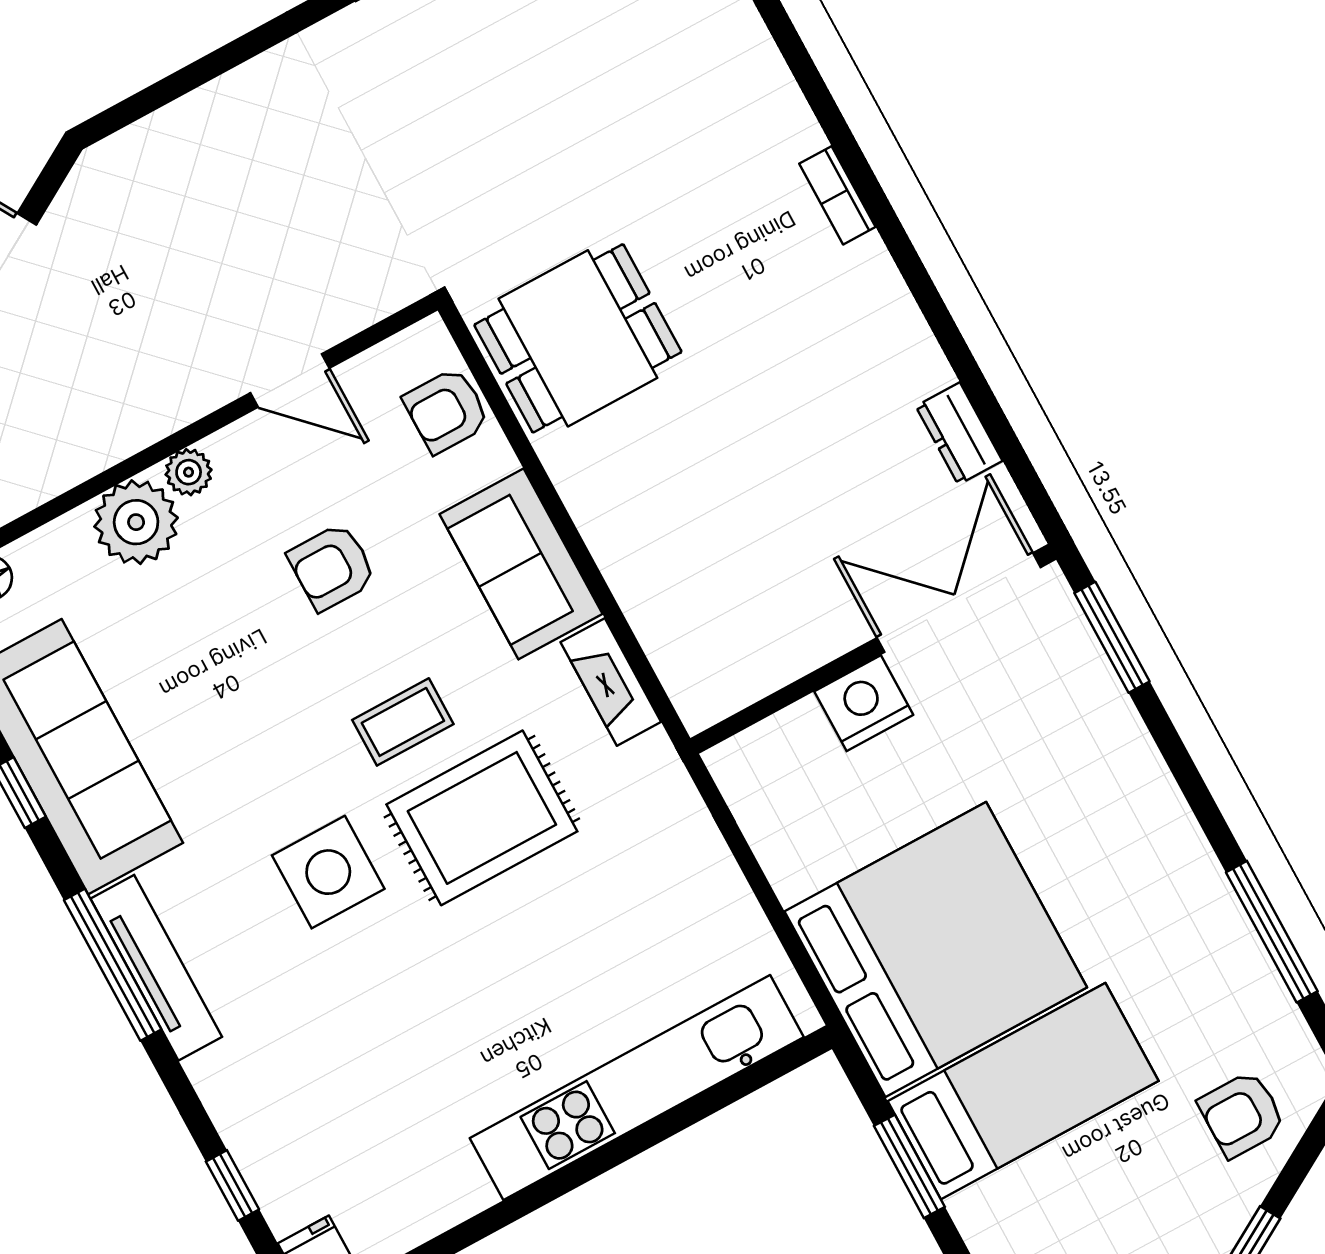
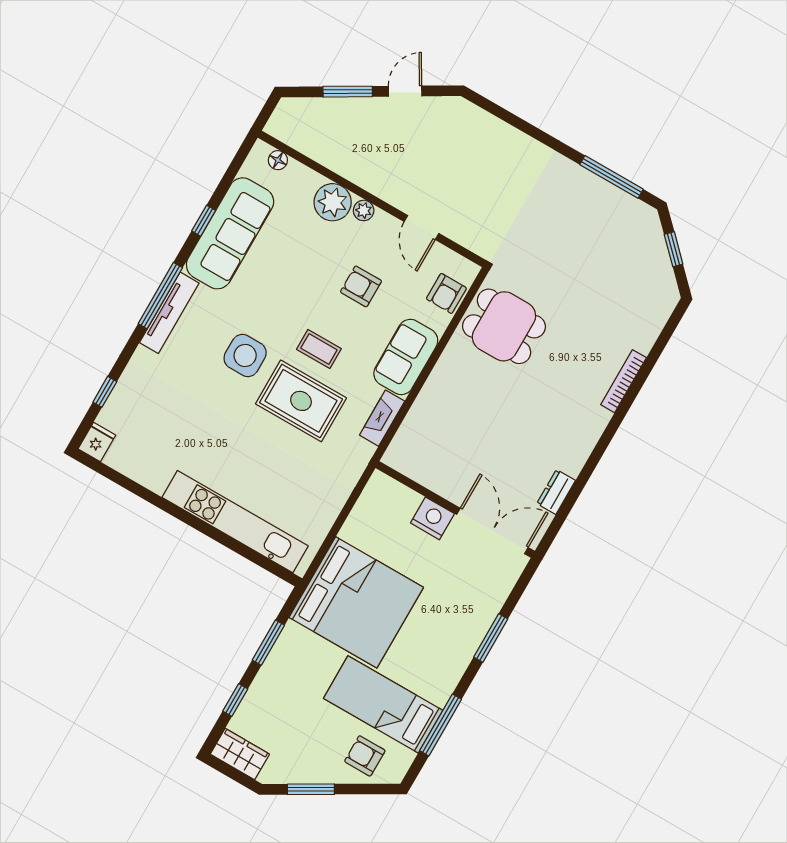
bookcase: (837, 195) -> (624, 381), width x1.56
armchair: (446, 411) -> (446, 293), turned -90
window: (1112, 637) -> (491, 638), moved
bed: (1023, 1091) -> (383, 704), moved, turned 180

